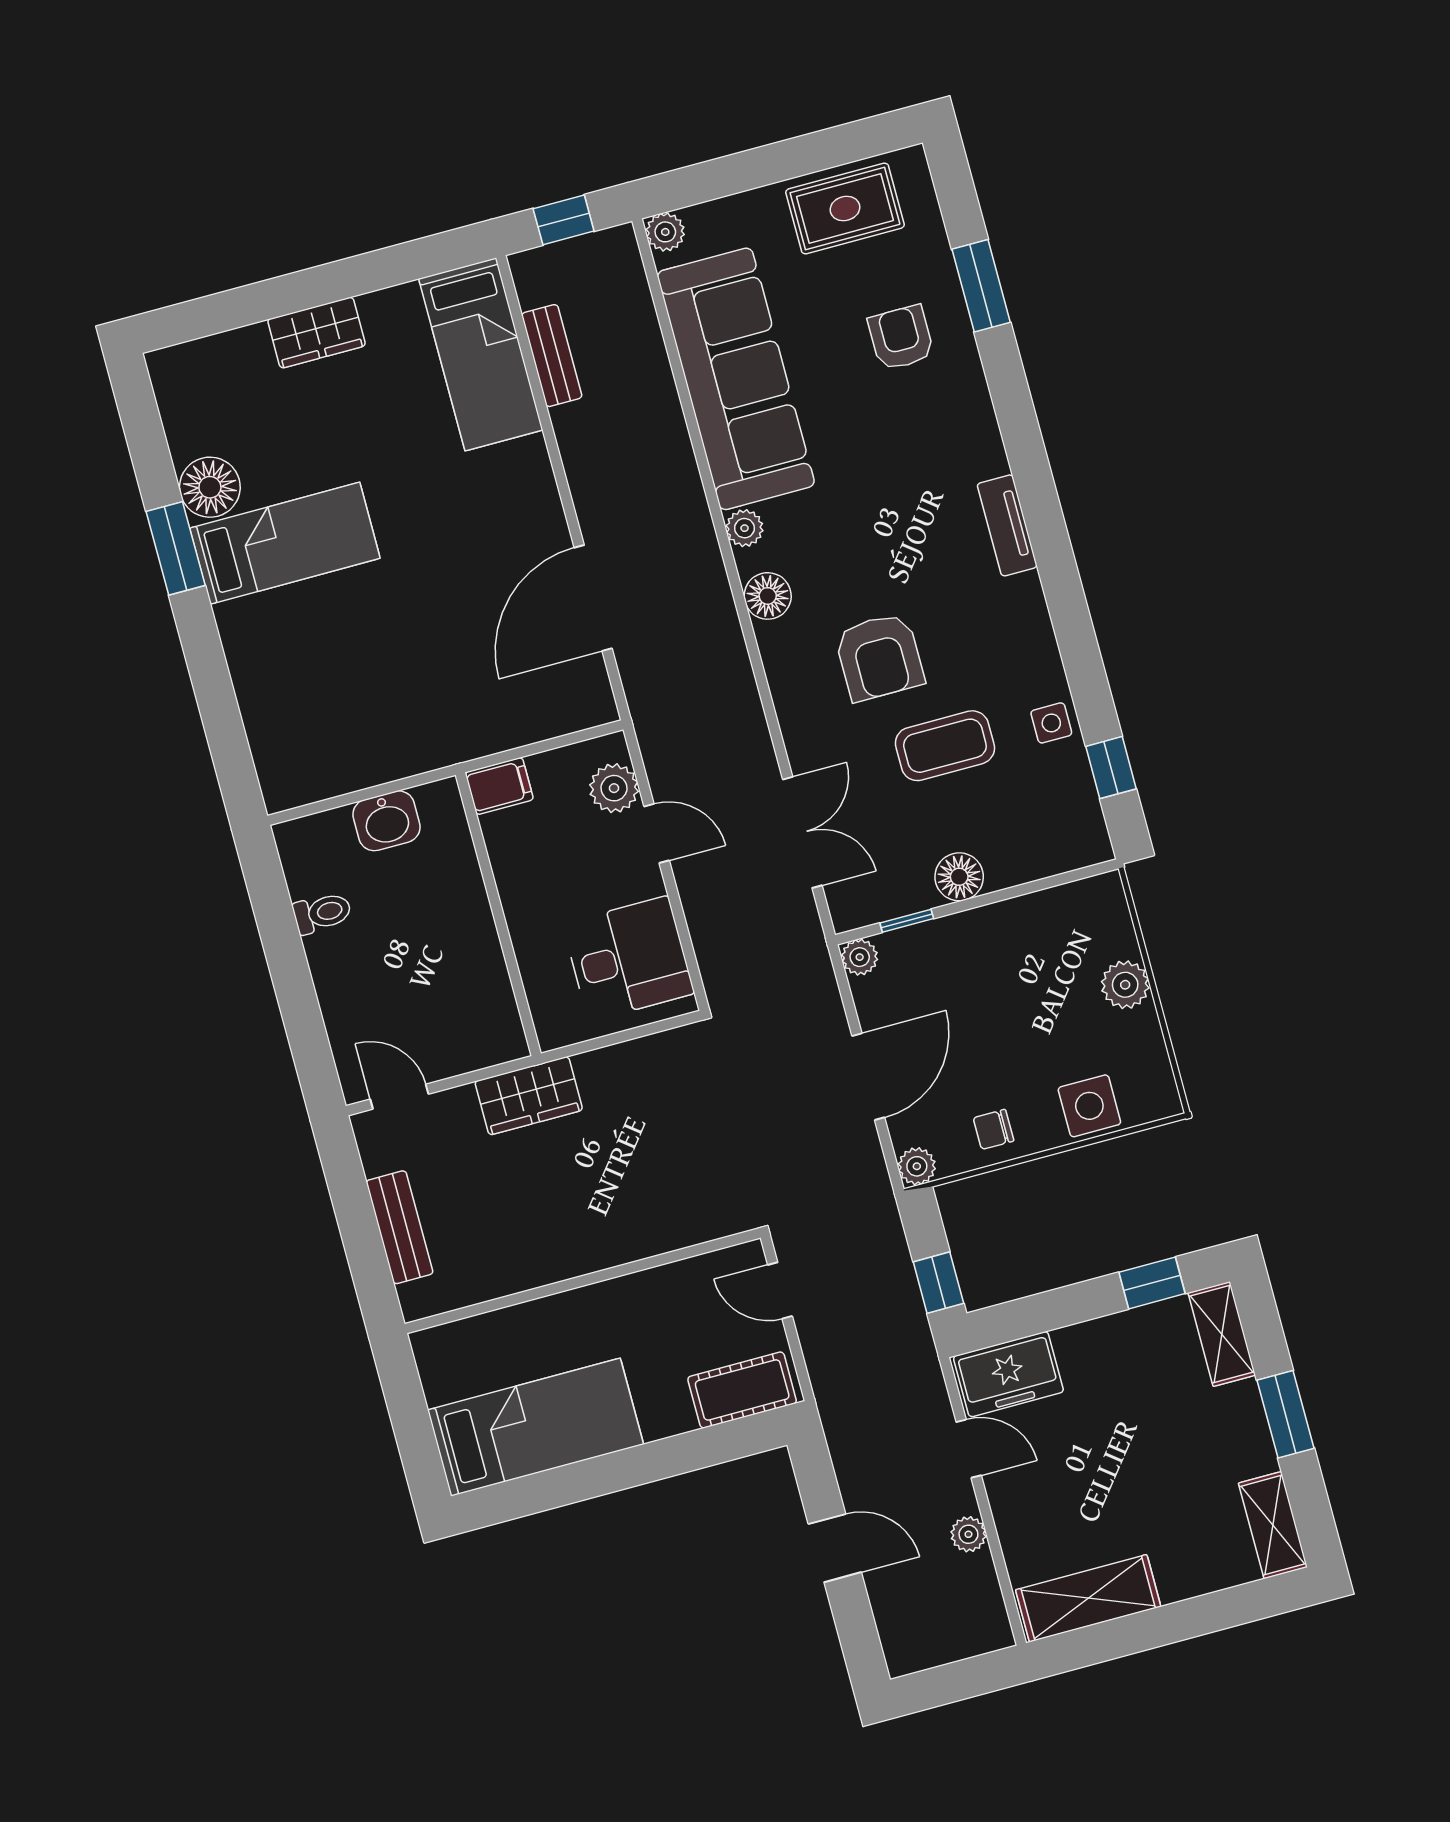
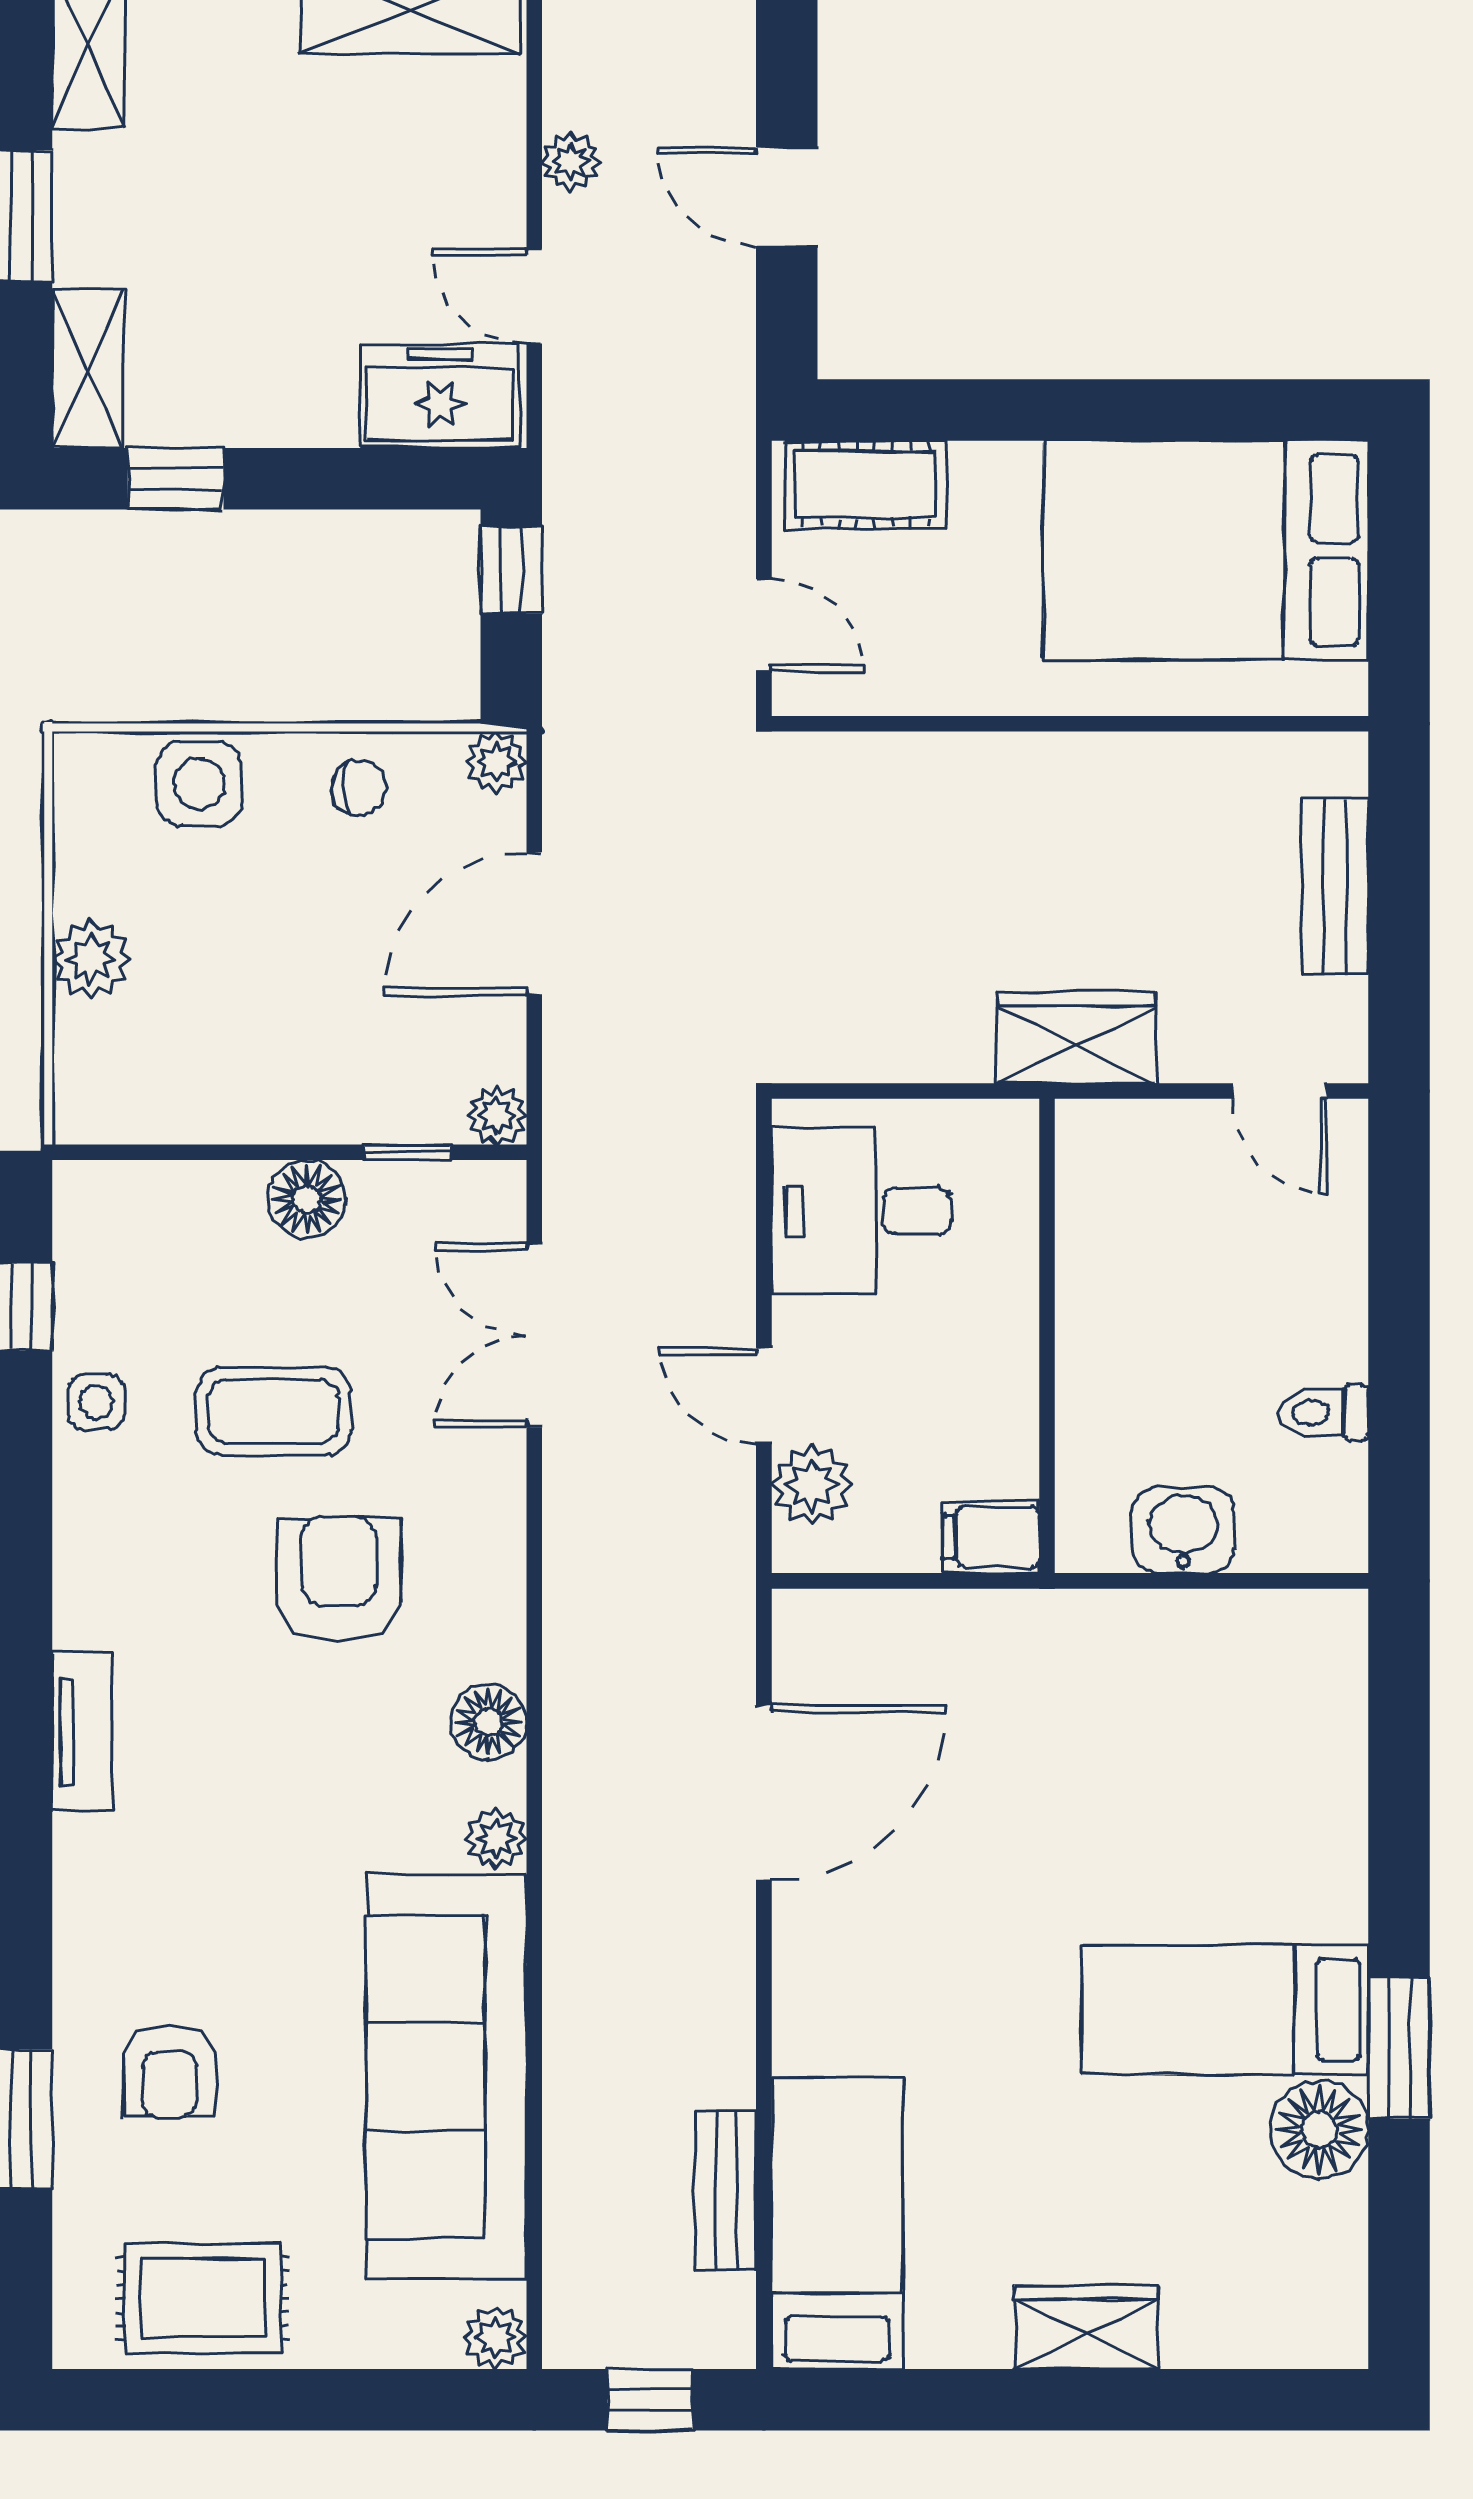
bed: (536, 1427) -> (1206, 550), width x1.50

